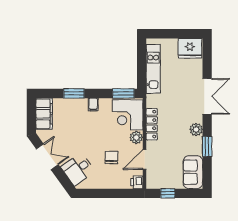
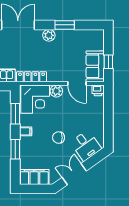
window: (123, 93) -> (15, 114), moved
locker: (152, 124) -> (32, 77), moved
chair: (111, 157) -> (59, 138), moved
sofa: (193, 172) -> (95, 66), moved, turned 90

